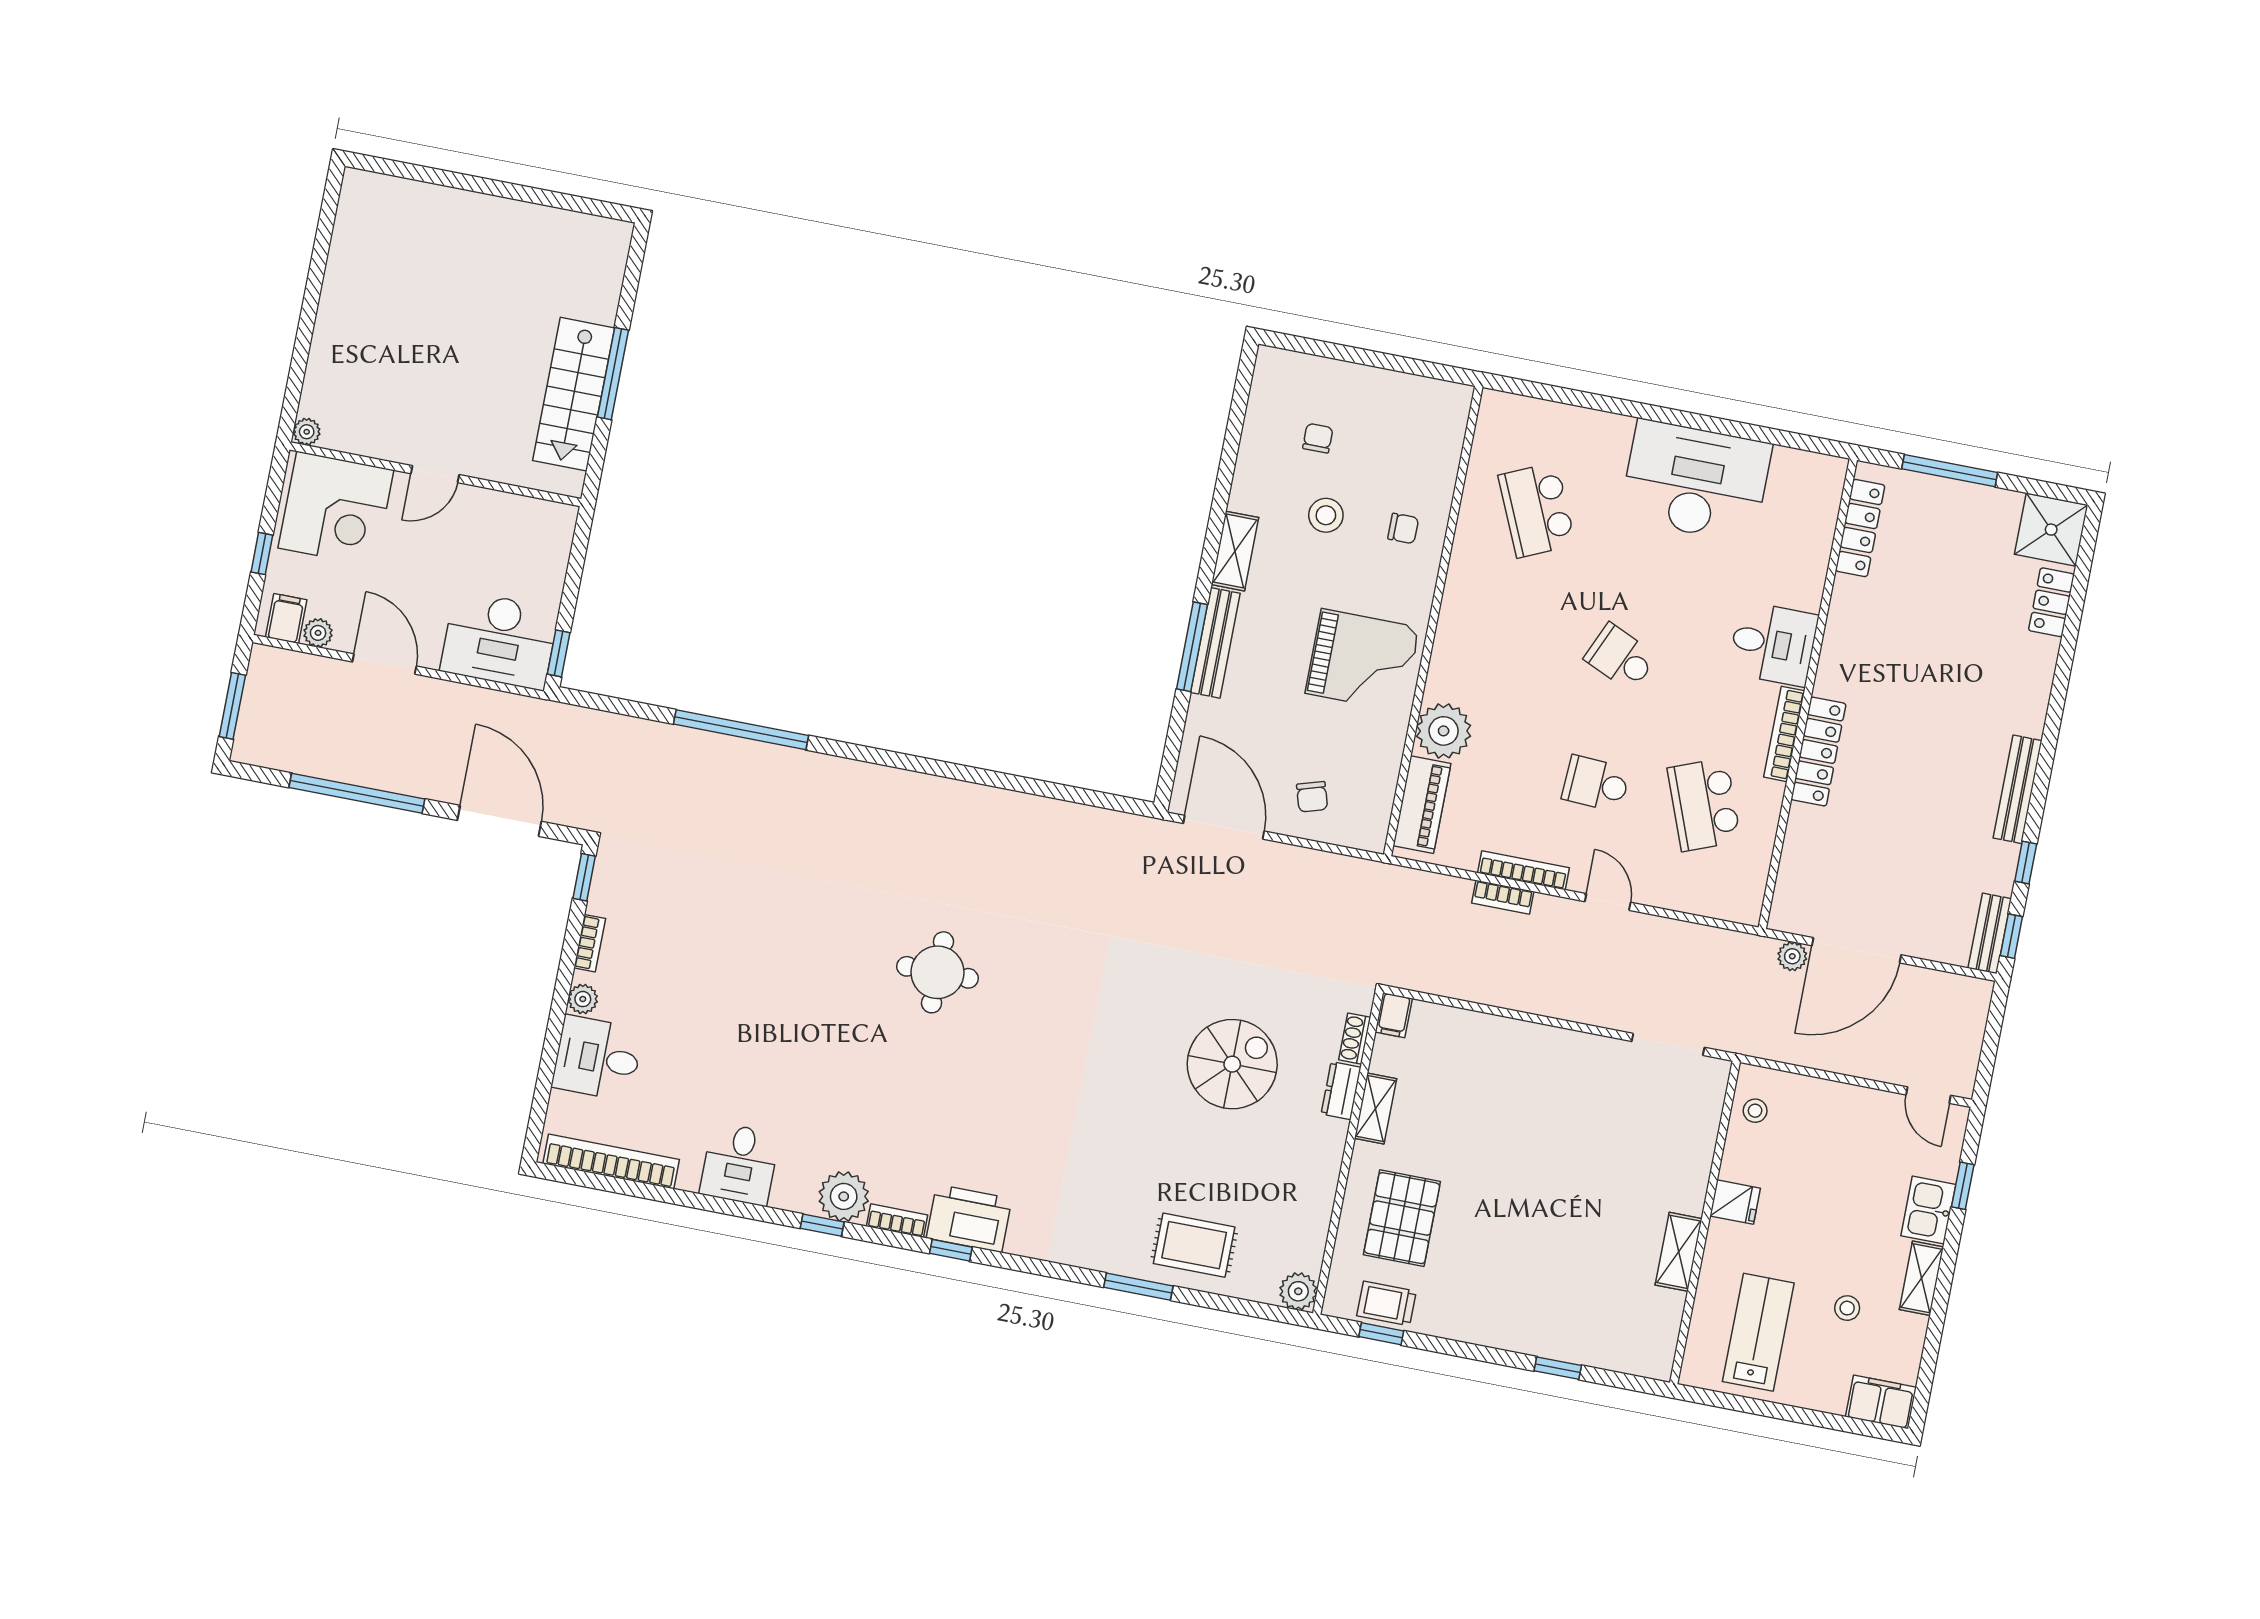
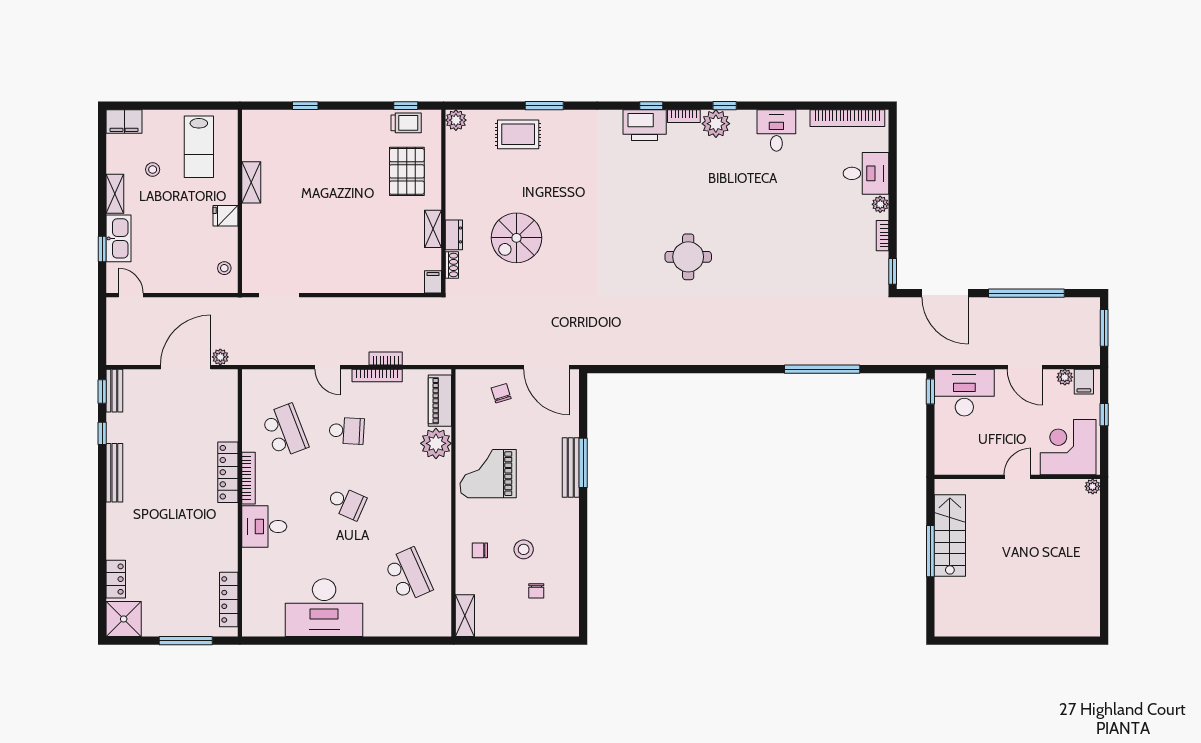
shelving: (1235, 551) -> (465, 616), moved
kitchen sink: (1928, 1210) -> (118, 238), width x1.38

